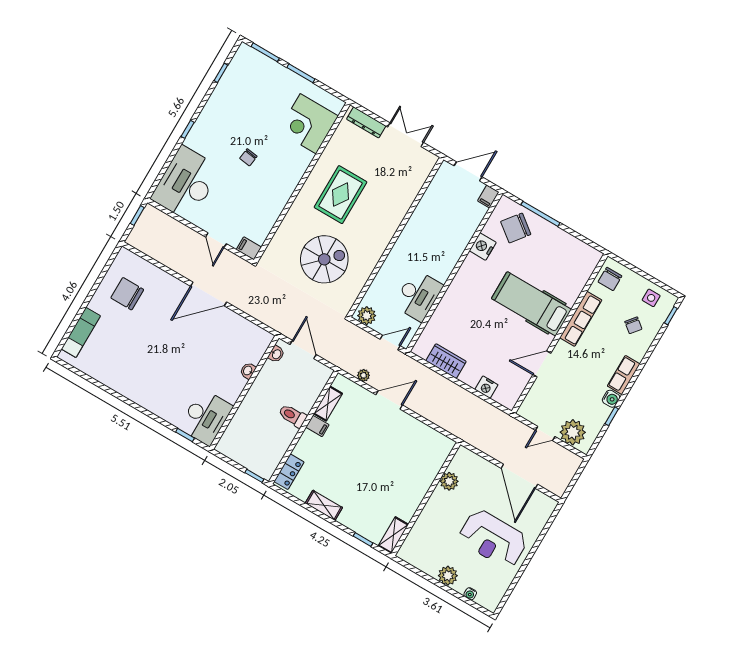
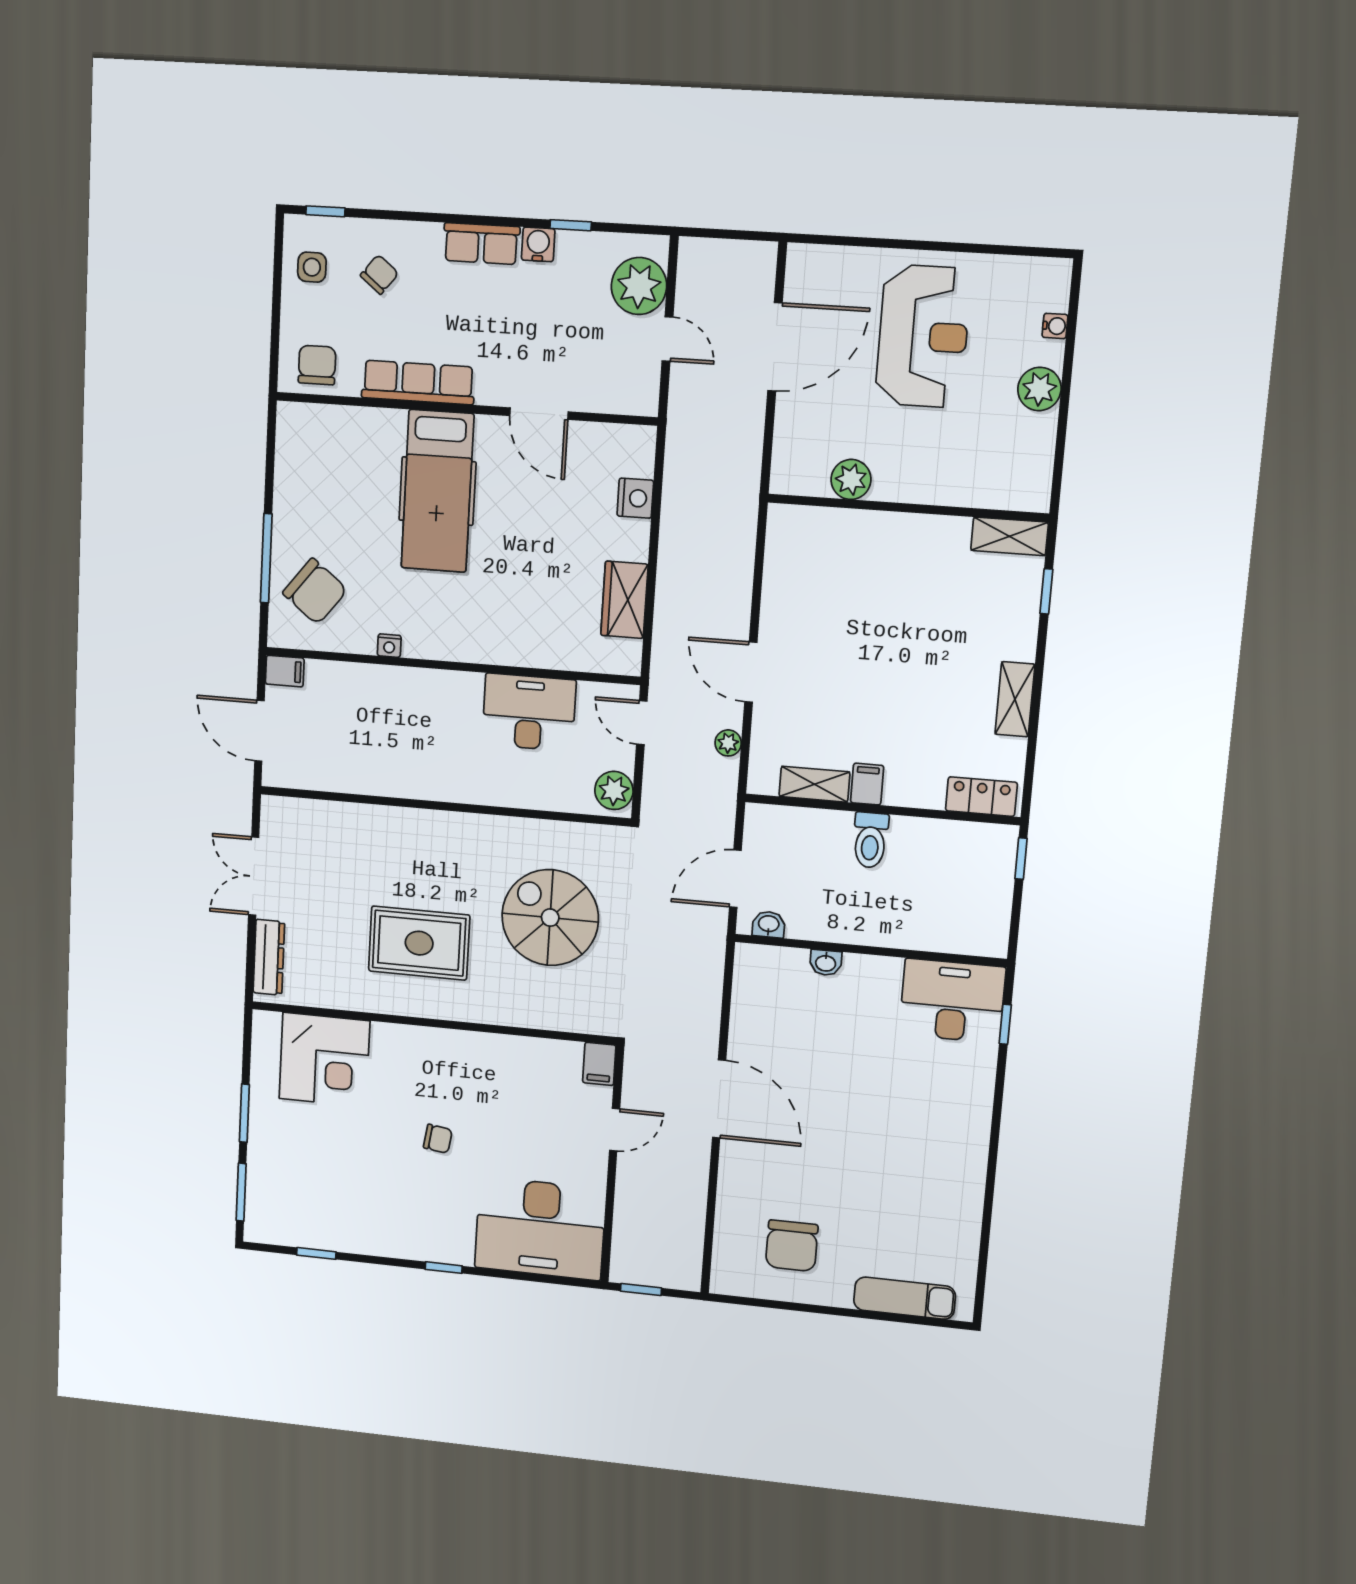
nightstand: (483, 247) -> (389, 646), width x0.53, depth x0.56
chair: (610, 279) -> (317, 365), turned -90

